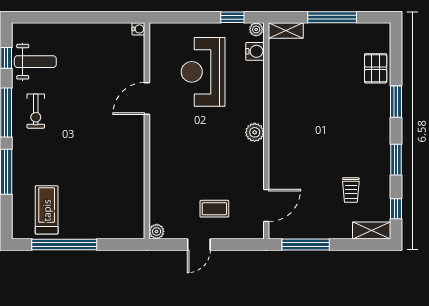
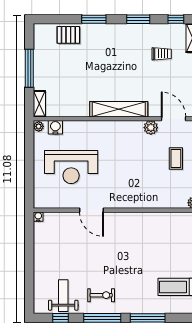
window: (232, 17) -> (29, 145), removed
plant: (255, 132) -> (151, 128), moved
shelving: (279, 134) -> (119, 109), added

